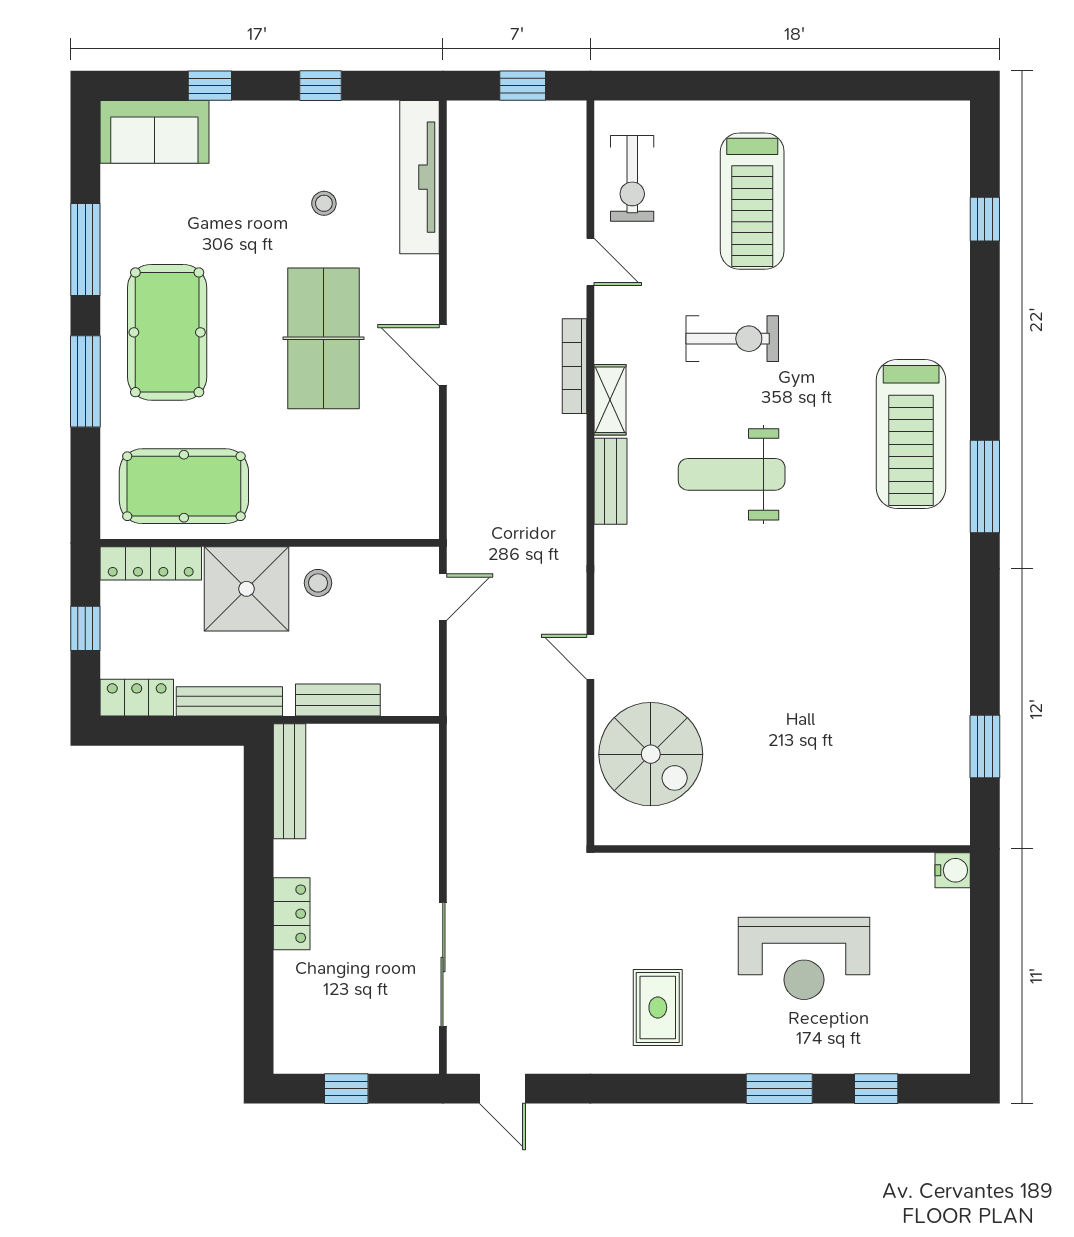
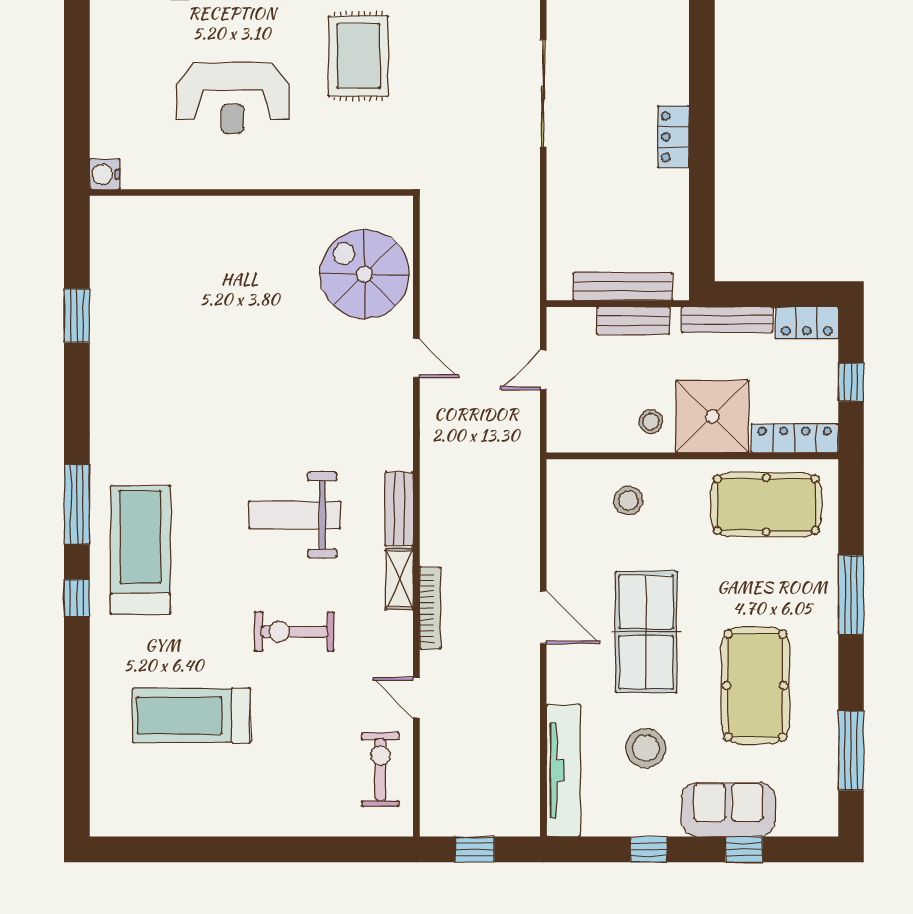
sofa: (154, 132) -> (728, 810), moved
treadmill: (752, 201) -> (191, 715), moved, turned -90
stool: (324, 203) -> (646, 748), width x1.89, depth x1.89
window: (985, 219) -> (77, 598), moved
window: (85, 250) -> (851, 751), moved
pool table: (167, 332) -> (755, 685), moved
weight bench: (732, 474) -> (295, 515), turned 180
stool: (344, 491) -> (628, 500), added
door: (443, 597) -> (543, 370), moved
window: (985, 747) -> (77, 316), moved
bench: (289, 781) -> (623, 287), moved, turned 90
reception desk: (804, 958) -> (233, 98), turned 180
rug: (658, 1008) -> (358, 56), width x1.36, depth x1.43

